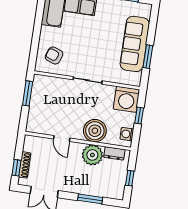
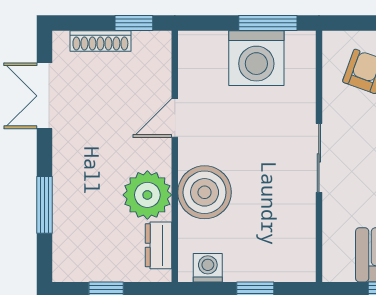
washing machine: (126, 99) -> (256, 58), moved, turned -90
window: (16, 168) -> (134, 23), moved

